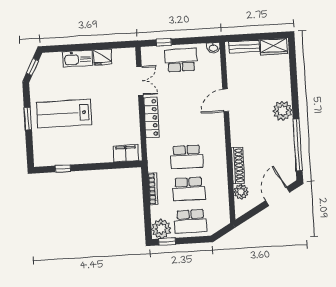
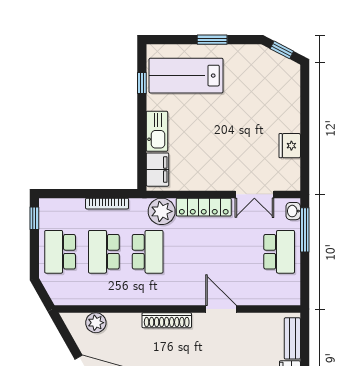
window: (164, 42) -> (305, 230), width x2.17
washbasin: (213, 48) -> (293, 211), moved
kitchen sink: (78, 58) -> (157, 131), moved, turned 180
lab bench: (64, 113) -> (186, 76), moved, turned -90
school desk: (187, 157) -> (148, 252), turned 180
shoe rack: (238, 165) -> (167, 320), moved
plant: (161, 229) -> (162, 211), moved

